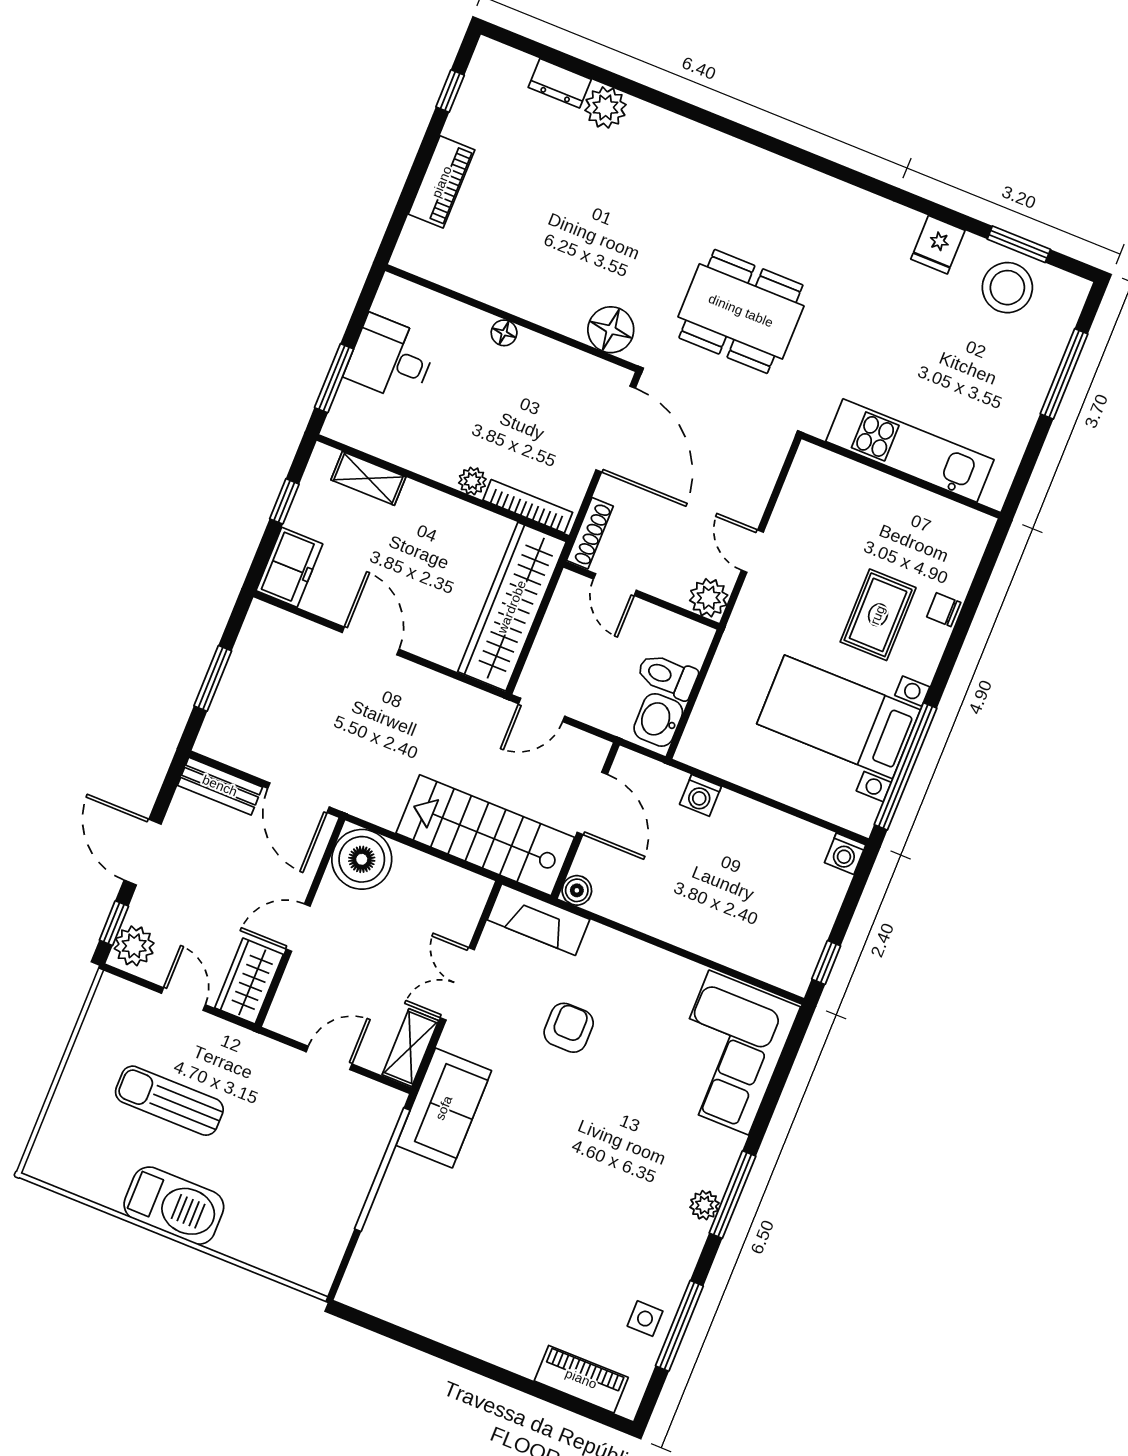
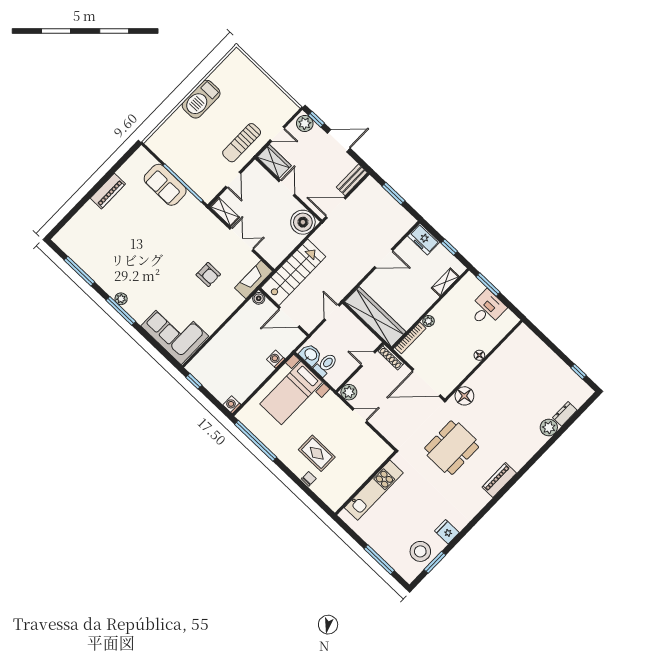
piano: (442, 182) -> (499, 480), moved, turned 90
bed with nightstands: (839, 717) -> (291, 393), moved, turned 180
sun lounger: (169, 1101) -> (242, 143), moved, turned 180
sofa: (444, 1108) -> (165, 185), moved
side table: (645, 1319) -> (87, 259), removed
piano: (581, 1379) -> (108, 191), moved

